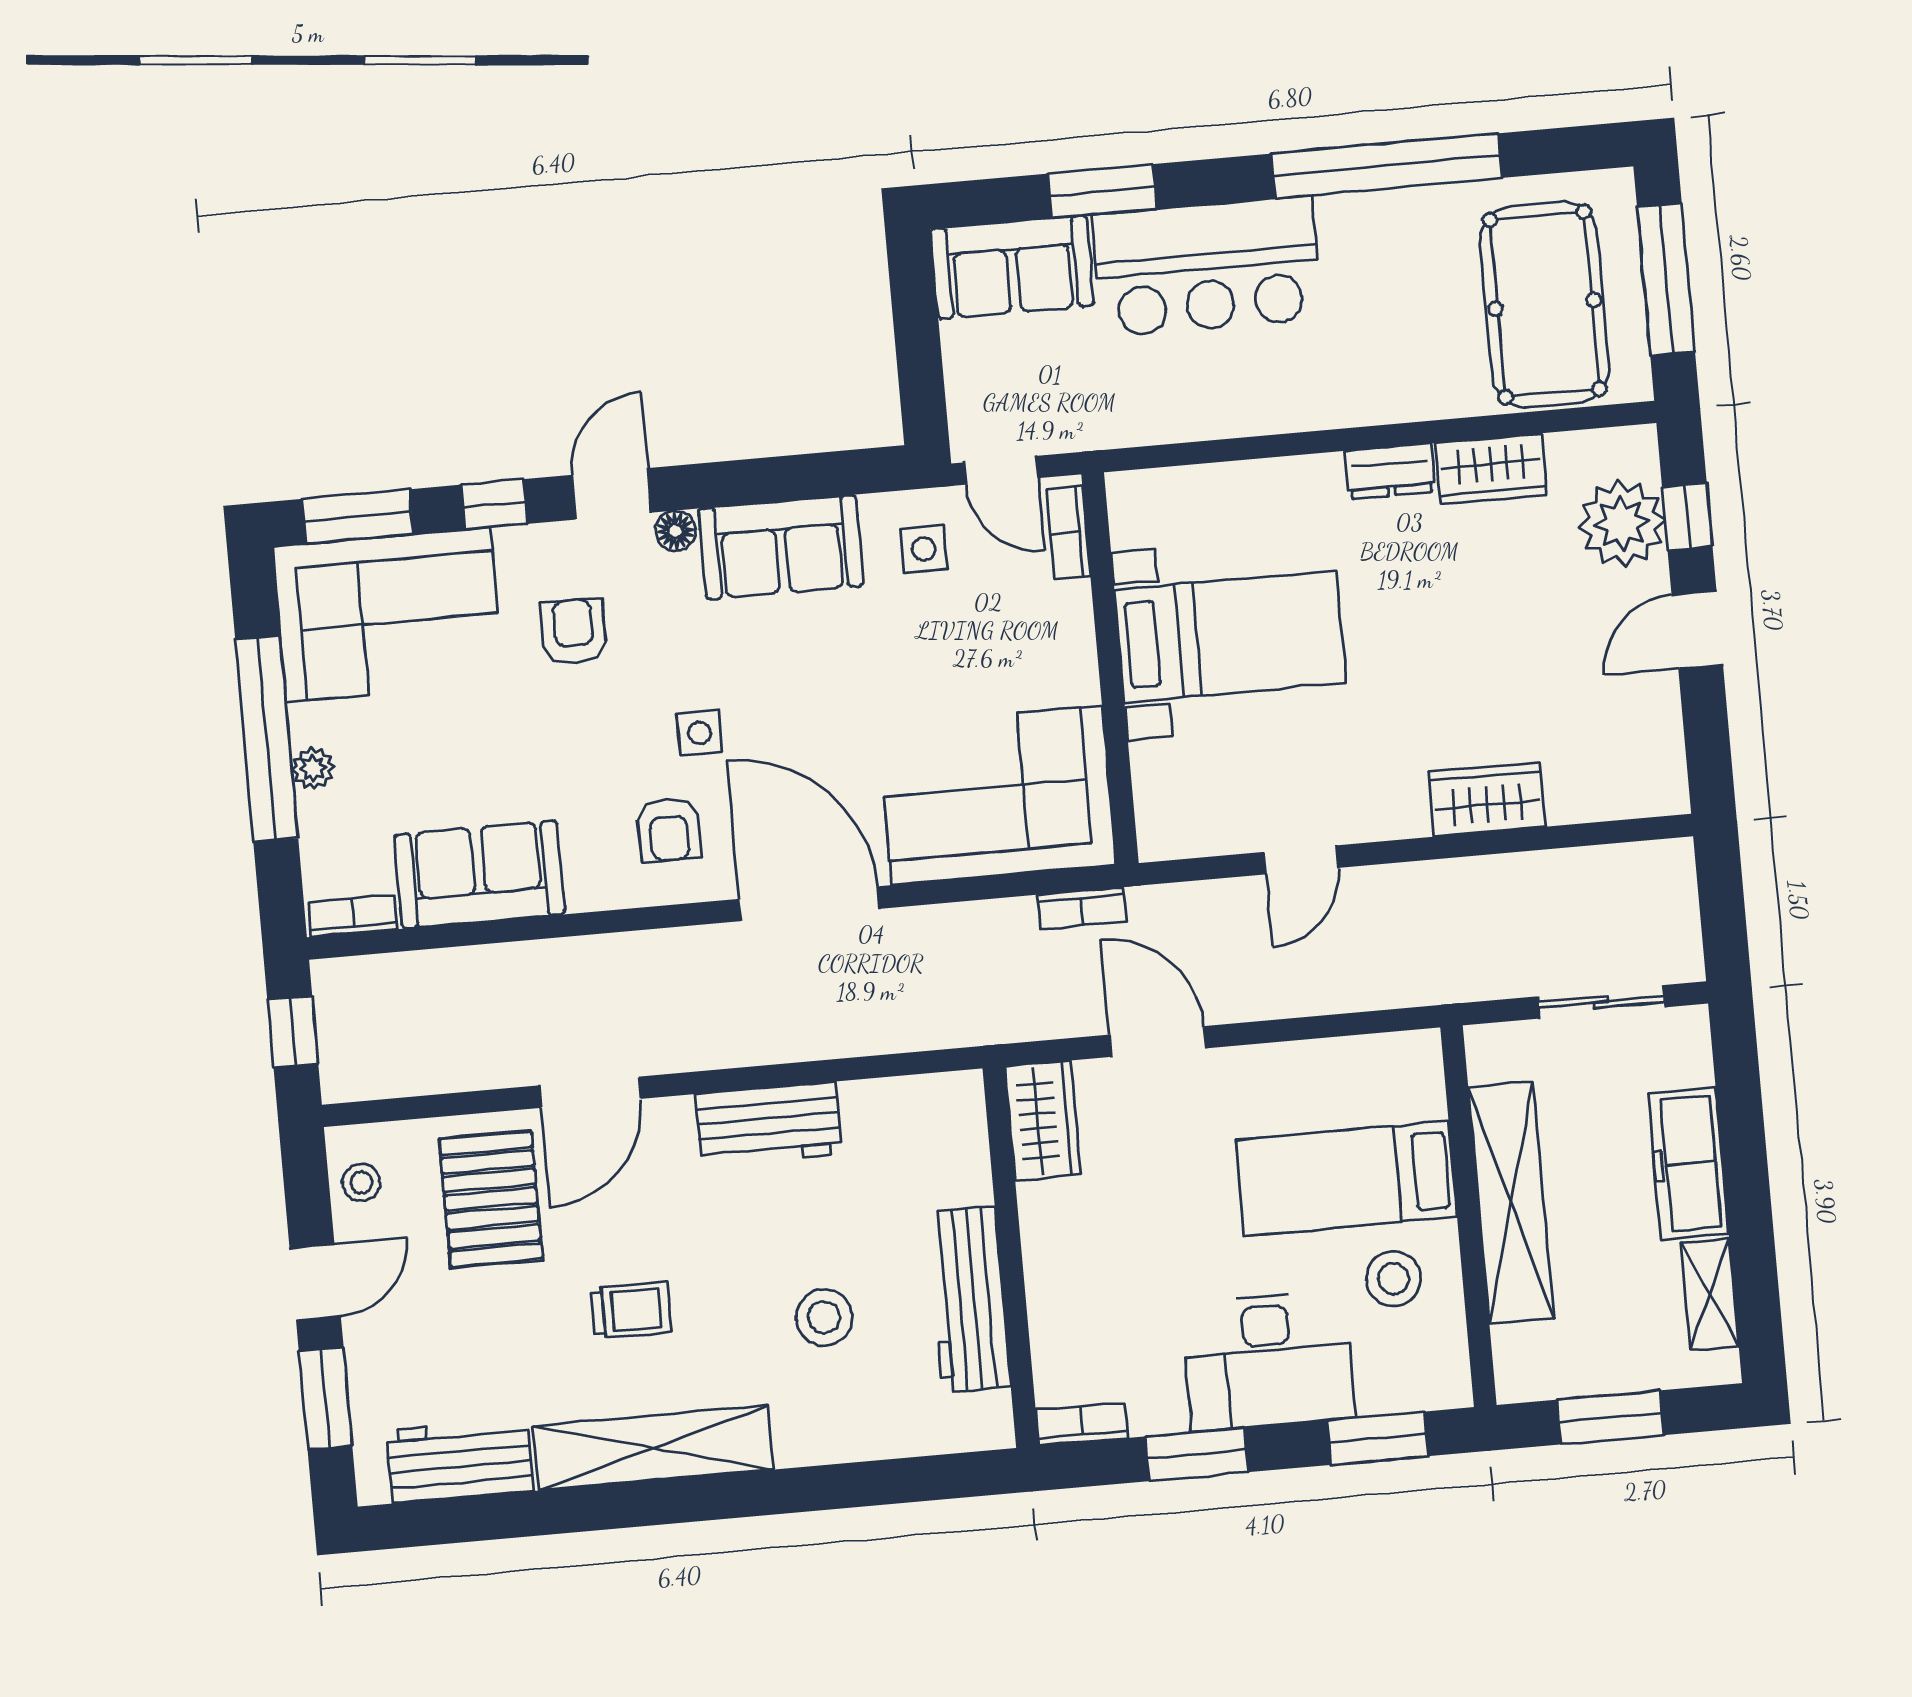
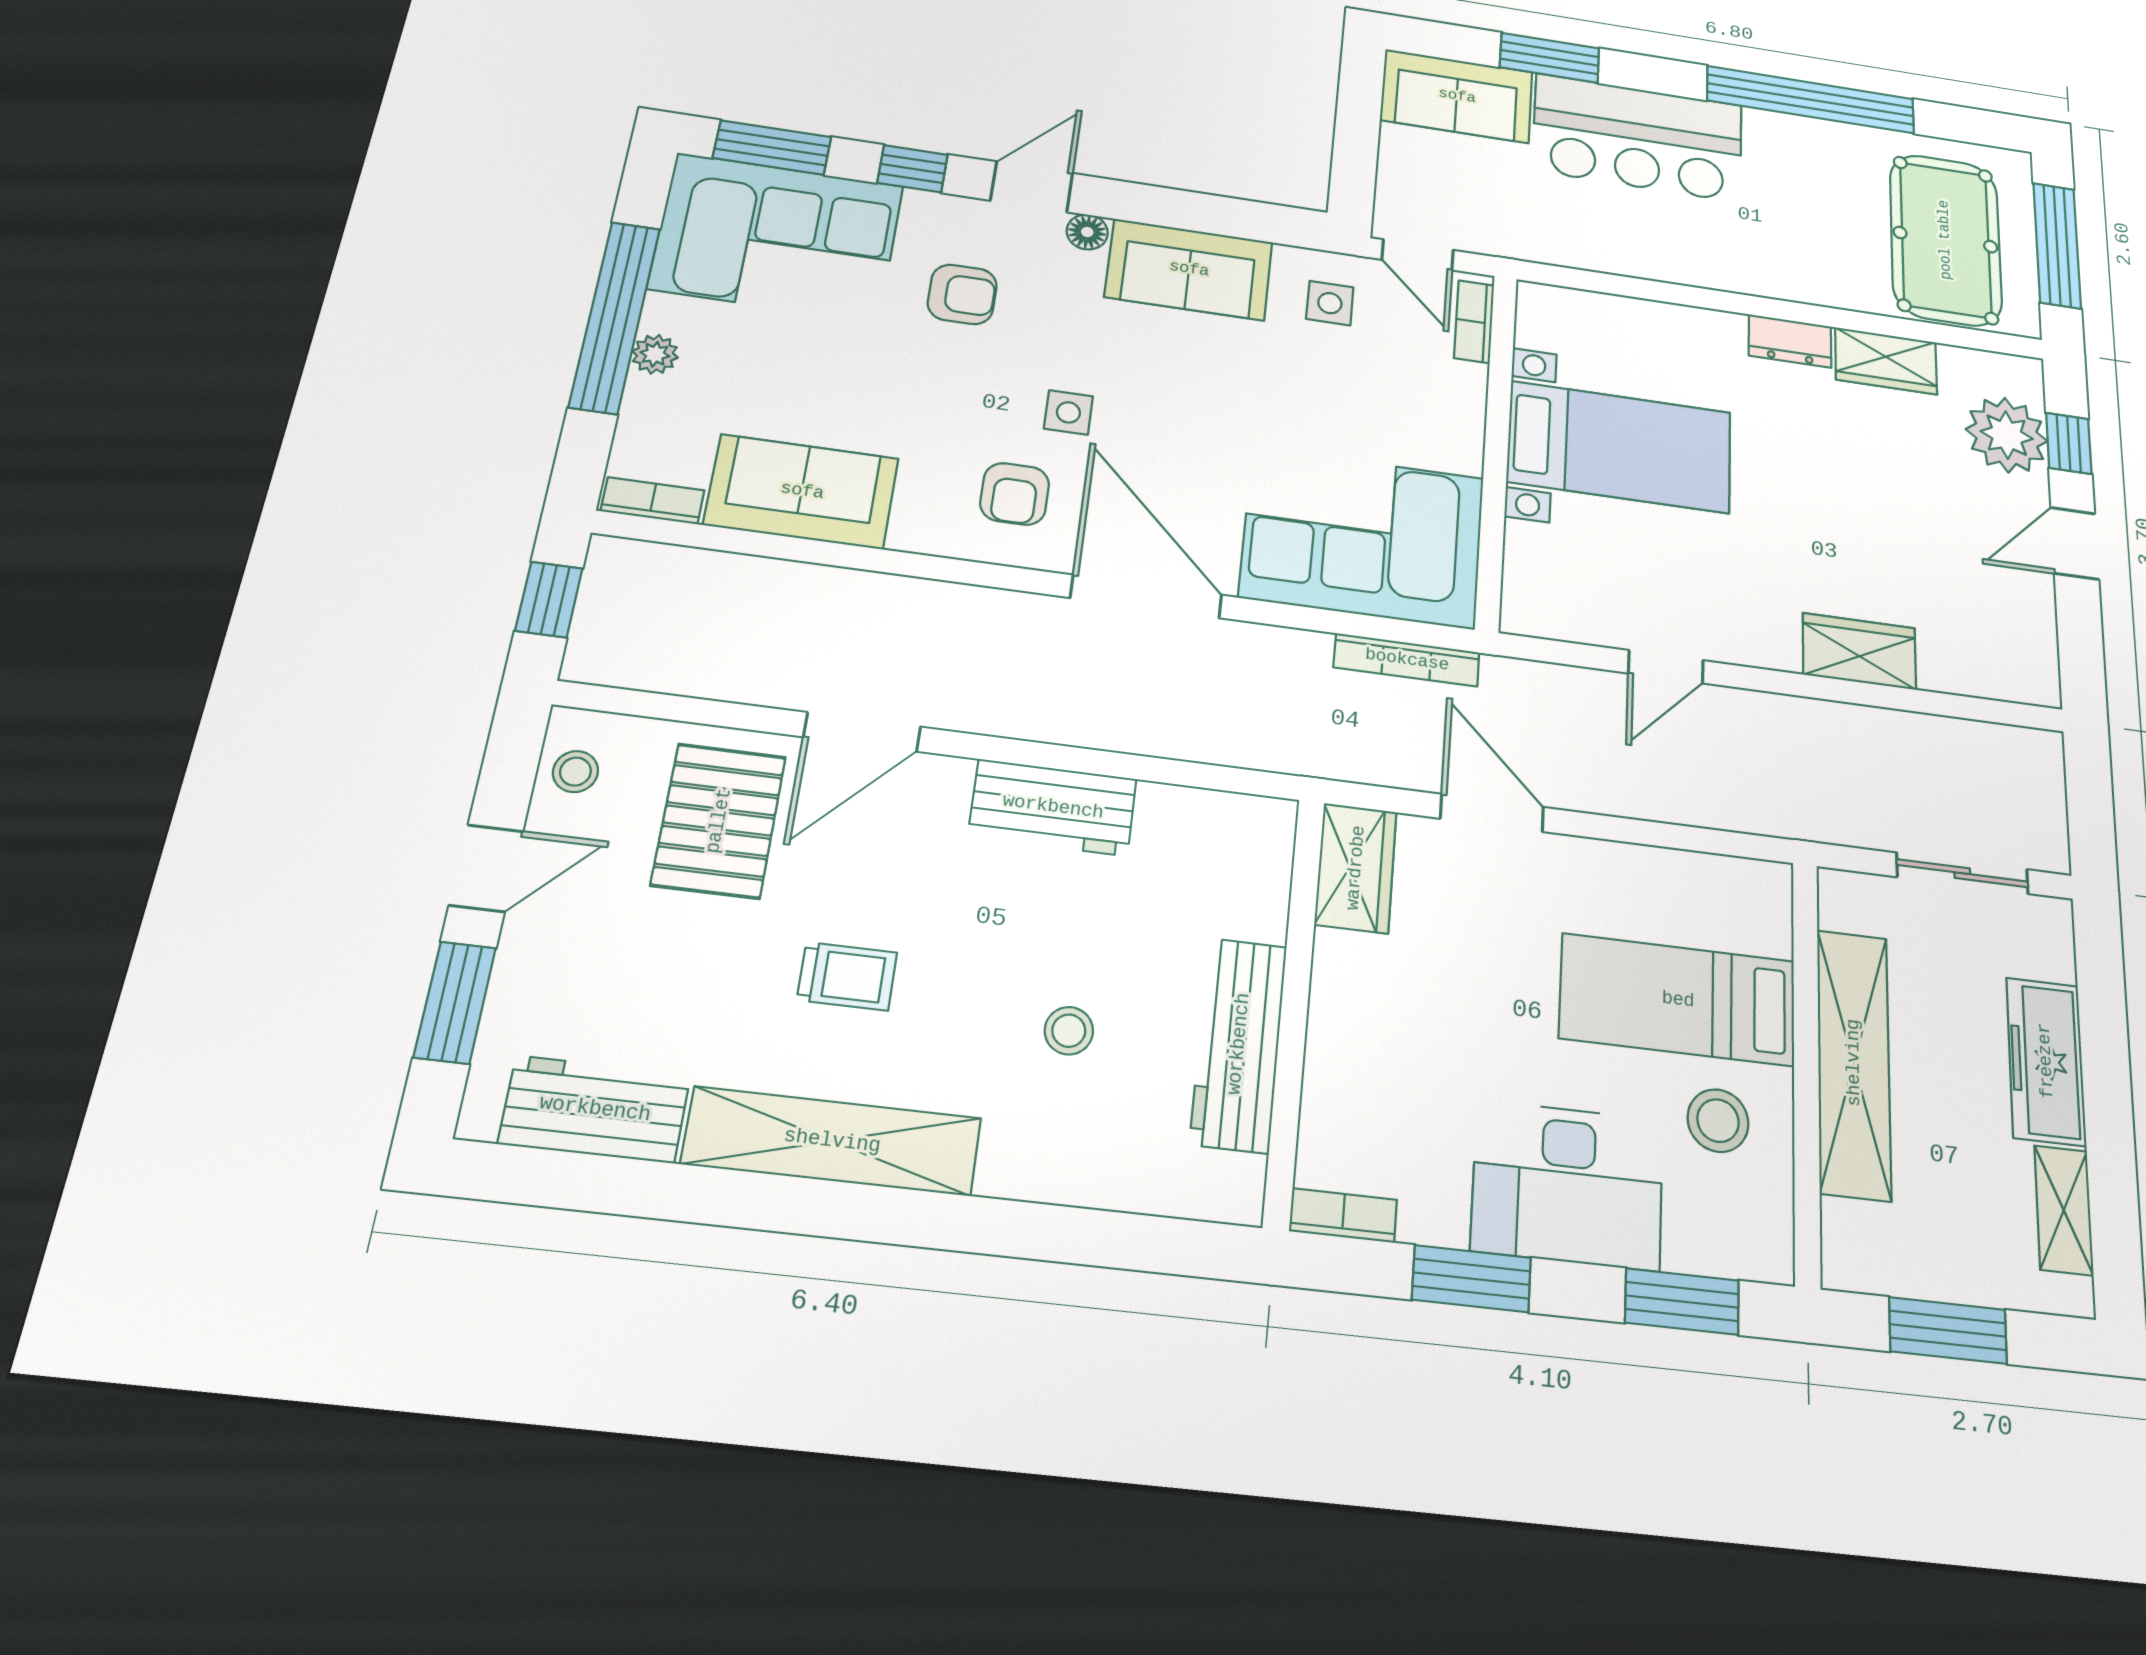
armchair: (573, 632) -> (962, 294), turned 90
bookcase: (1082, 908) -> (1407, 660), width x1.56
stool: (824, 1317) -> (1069, 1031), width x0.73, depth x0.73

